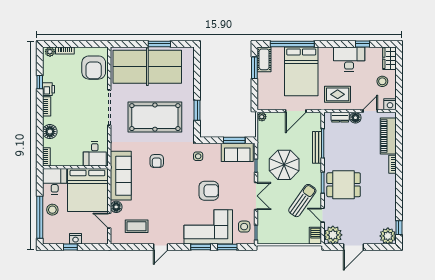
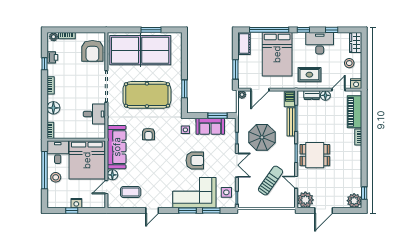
window: (331, 44) -> (303, 30), added
window: (254, 68) -> (235, 69), moved
printer: (49, 89) -> (52, 57), moved
door: (296, 111) -> (260, 90), moved
sofa: (237, 152) -> (210, 126), moved
desk: (95, 154) -> (94, 114), moved, turned -90
sun lounger: (302, 201) -> (271, 181), moved
window: (40, 217) -> (45, 170), moved
door: (109, 221) -> (106, 187), hinge flipped
barbecue: (315, 236) -> (290, 99), moved

